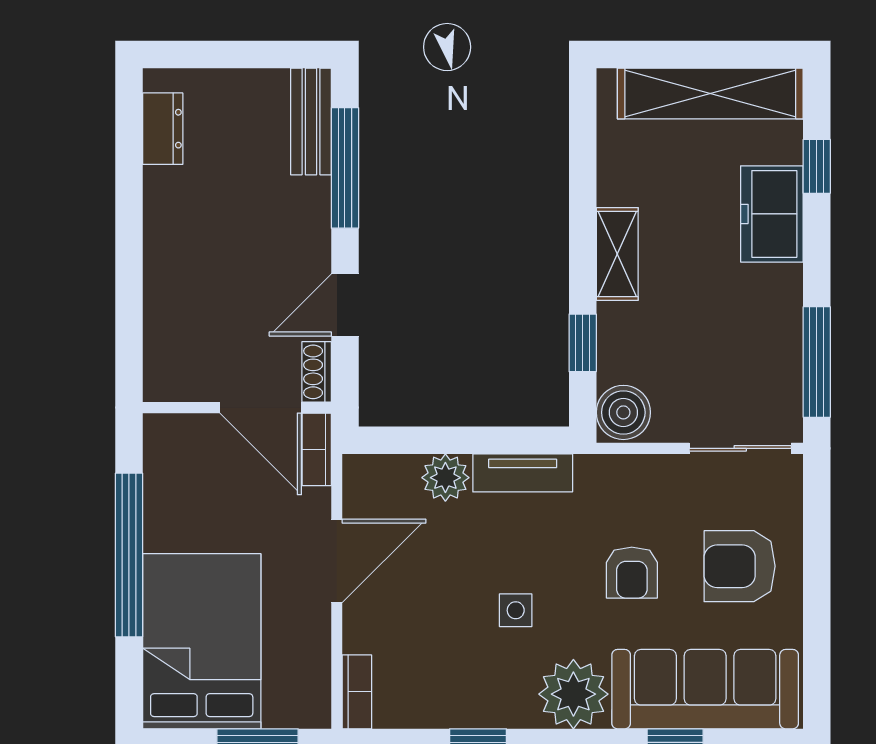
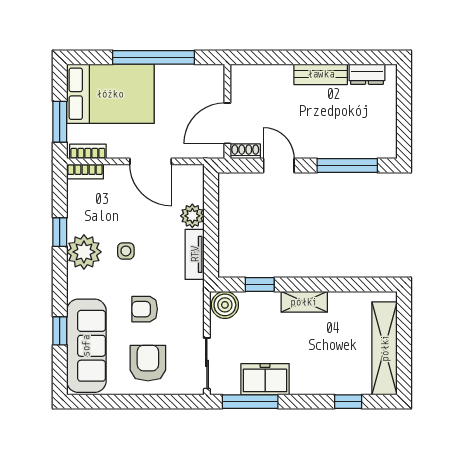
bench: (311, 121) -> (321, 74), moved
freezer: (772, 214) -> (265, 379), moved
bookcase: (317, 449) -> (88, 151), moved
plant: (573, 694) -> (84, 252), moved

